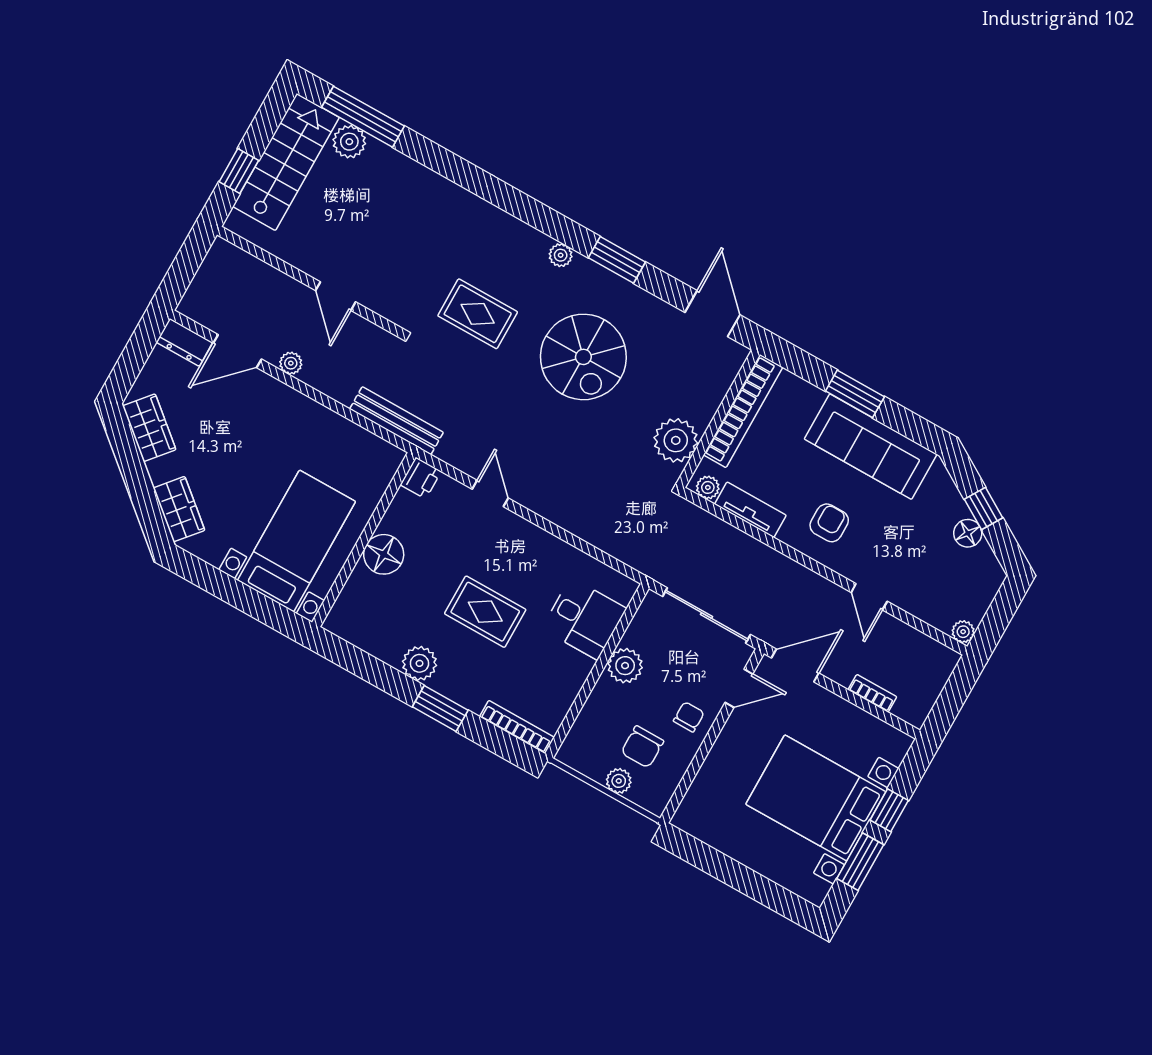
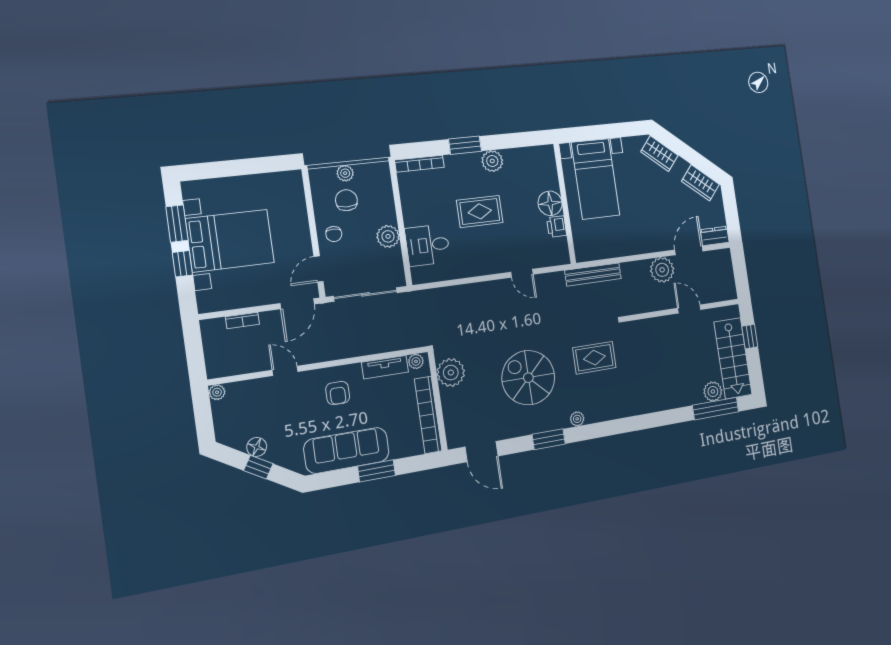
door: (336, 296) -> (689, 309), moved
plant: (291, 363) -> (662, 270), width x1.88, depth x1.88
printer: (421, 478) -> (557, 227), moved

